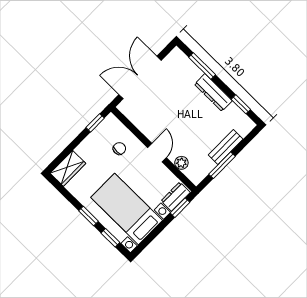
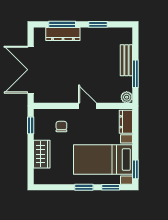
dresser: (213, 92) -> (63, 34), moved
window: (241, 104) -> (98, 24), moved
plant: (181, 163) -> (127, 97), moved
wardrobe: (68, 168) -> (42, 154), moved
window: (180, 208) -> (135, 169), moved

